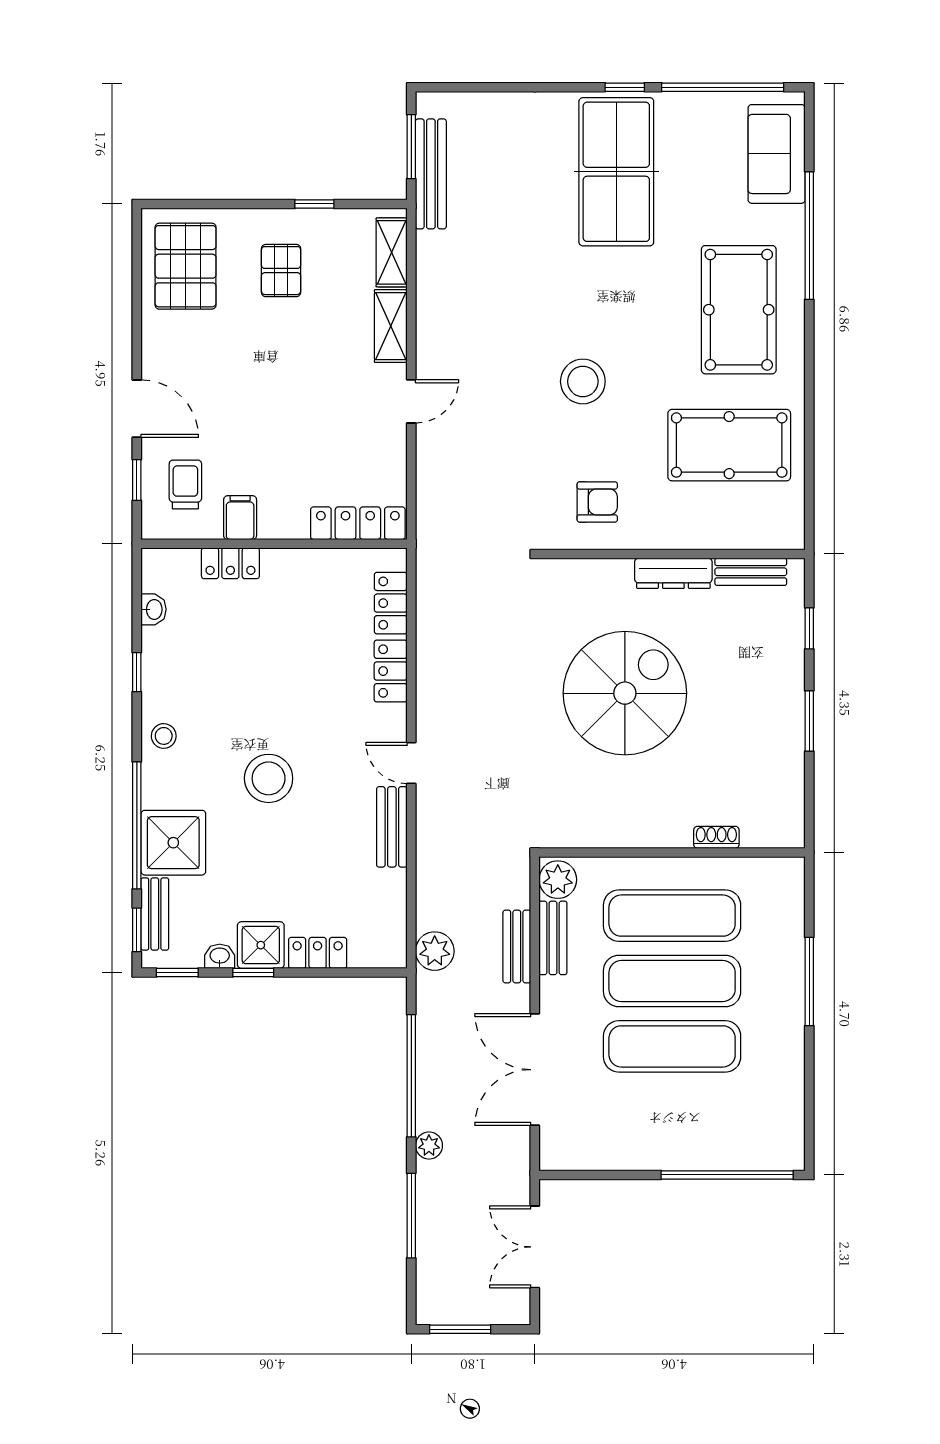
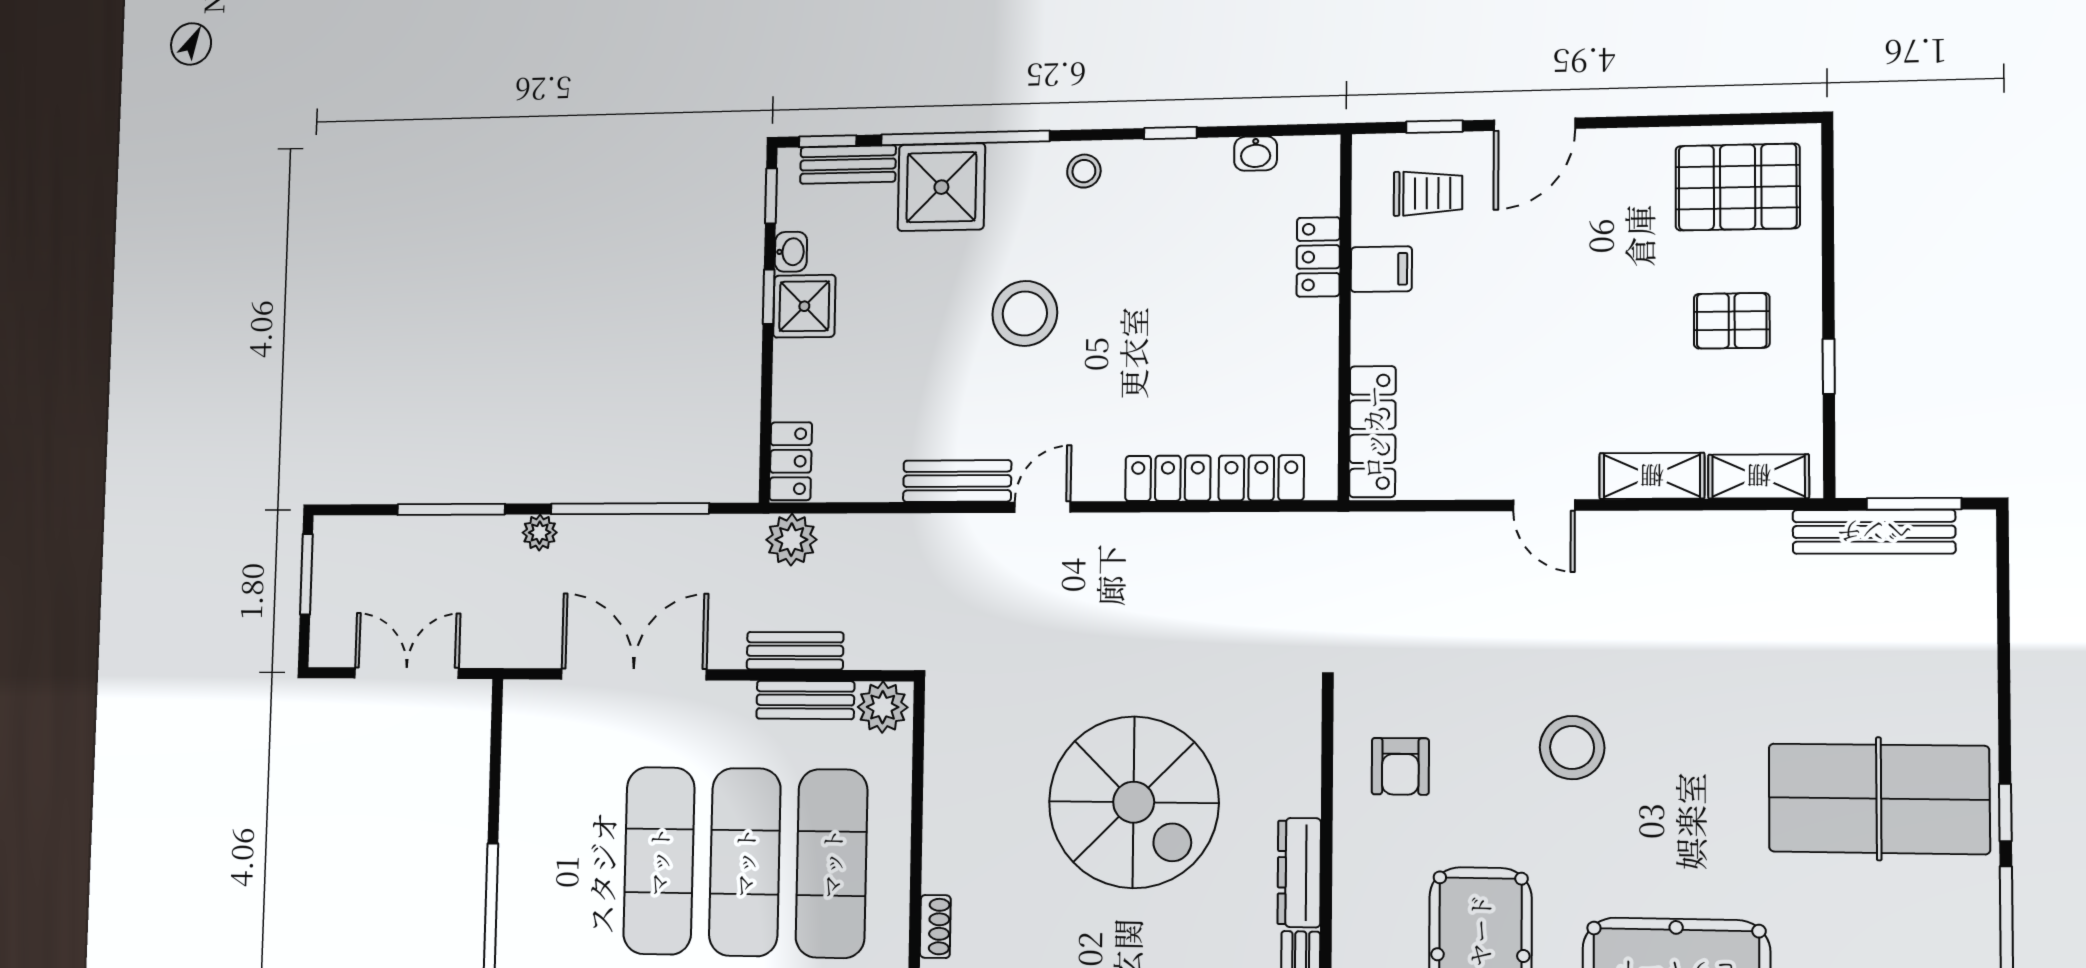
locker: (318, 953) -> (791, 461), moved

